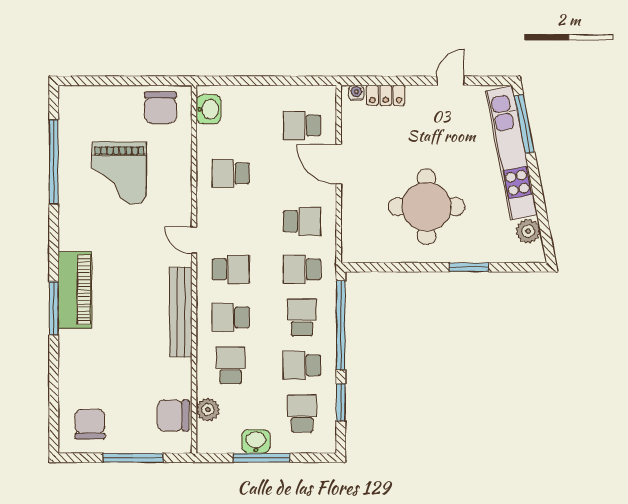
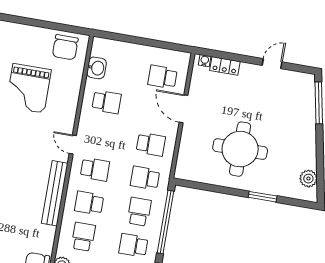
washbasin: (209, 109) -> (96, 68), moved
kitchen unit: (512, 153) -> (306, 122), removed
school desk: (231, 173) -> (107, 102), turned 180

